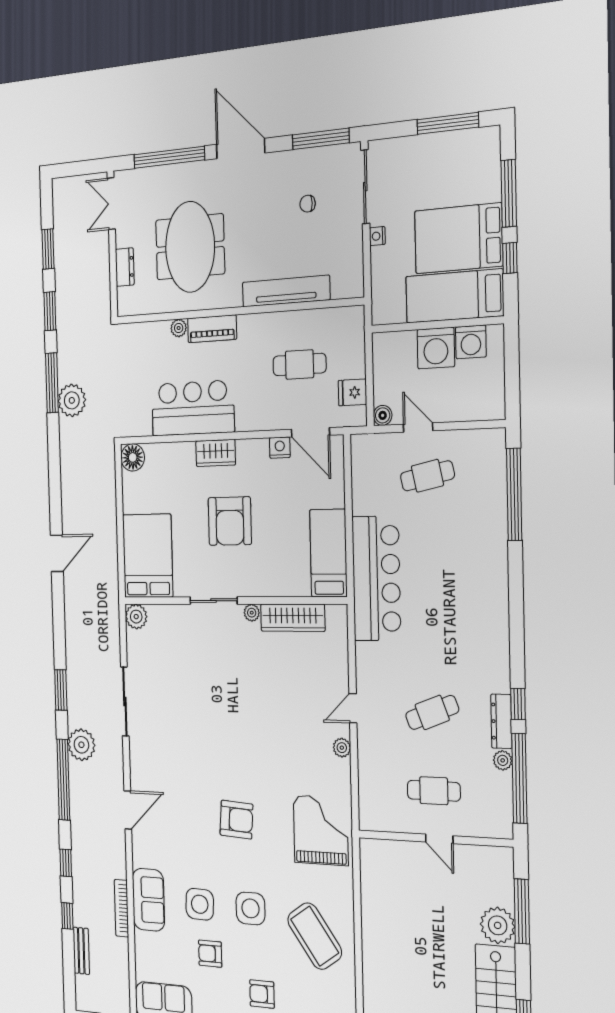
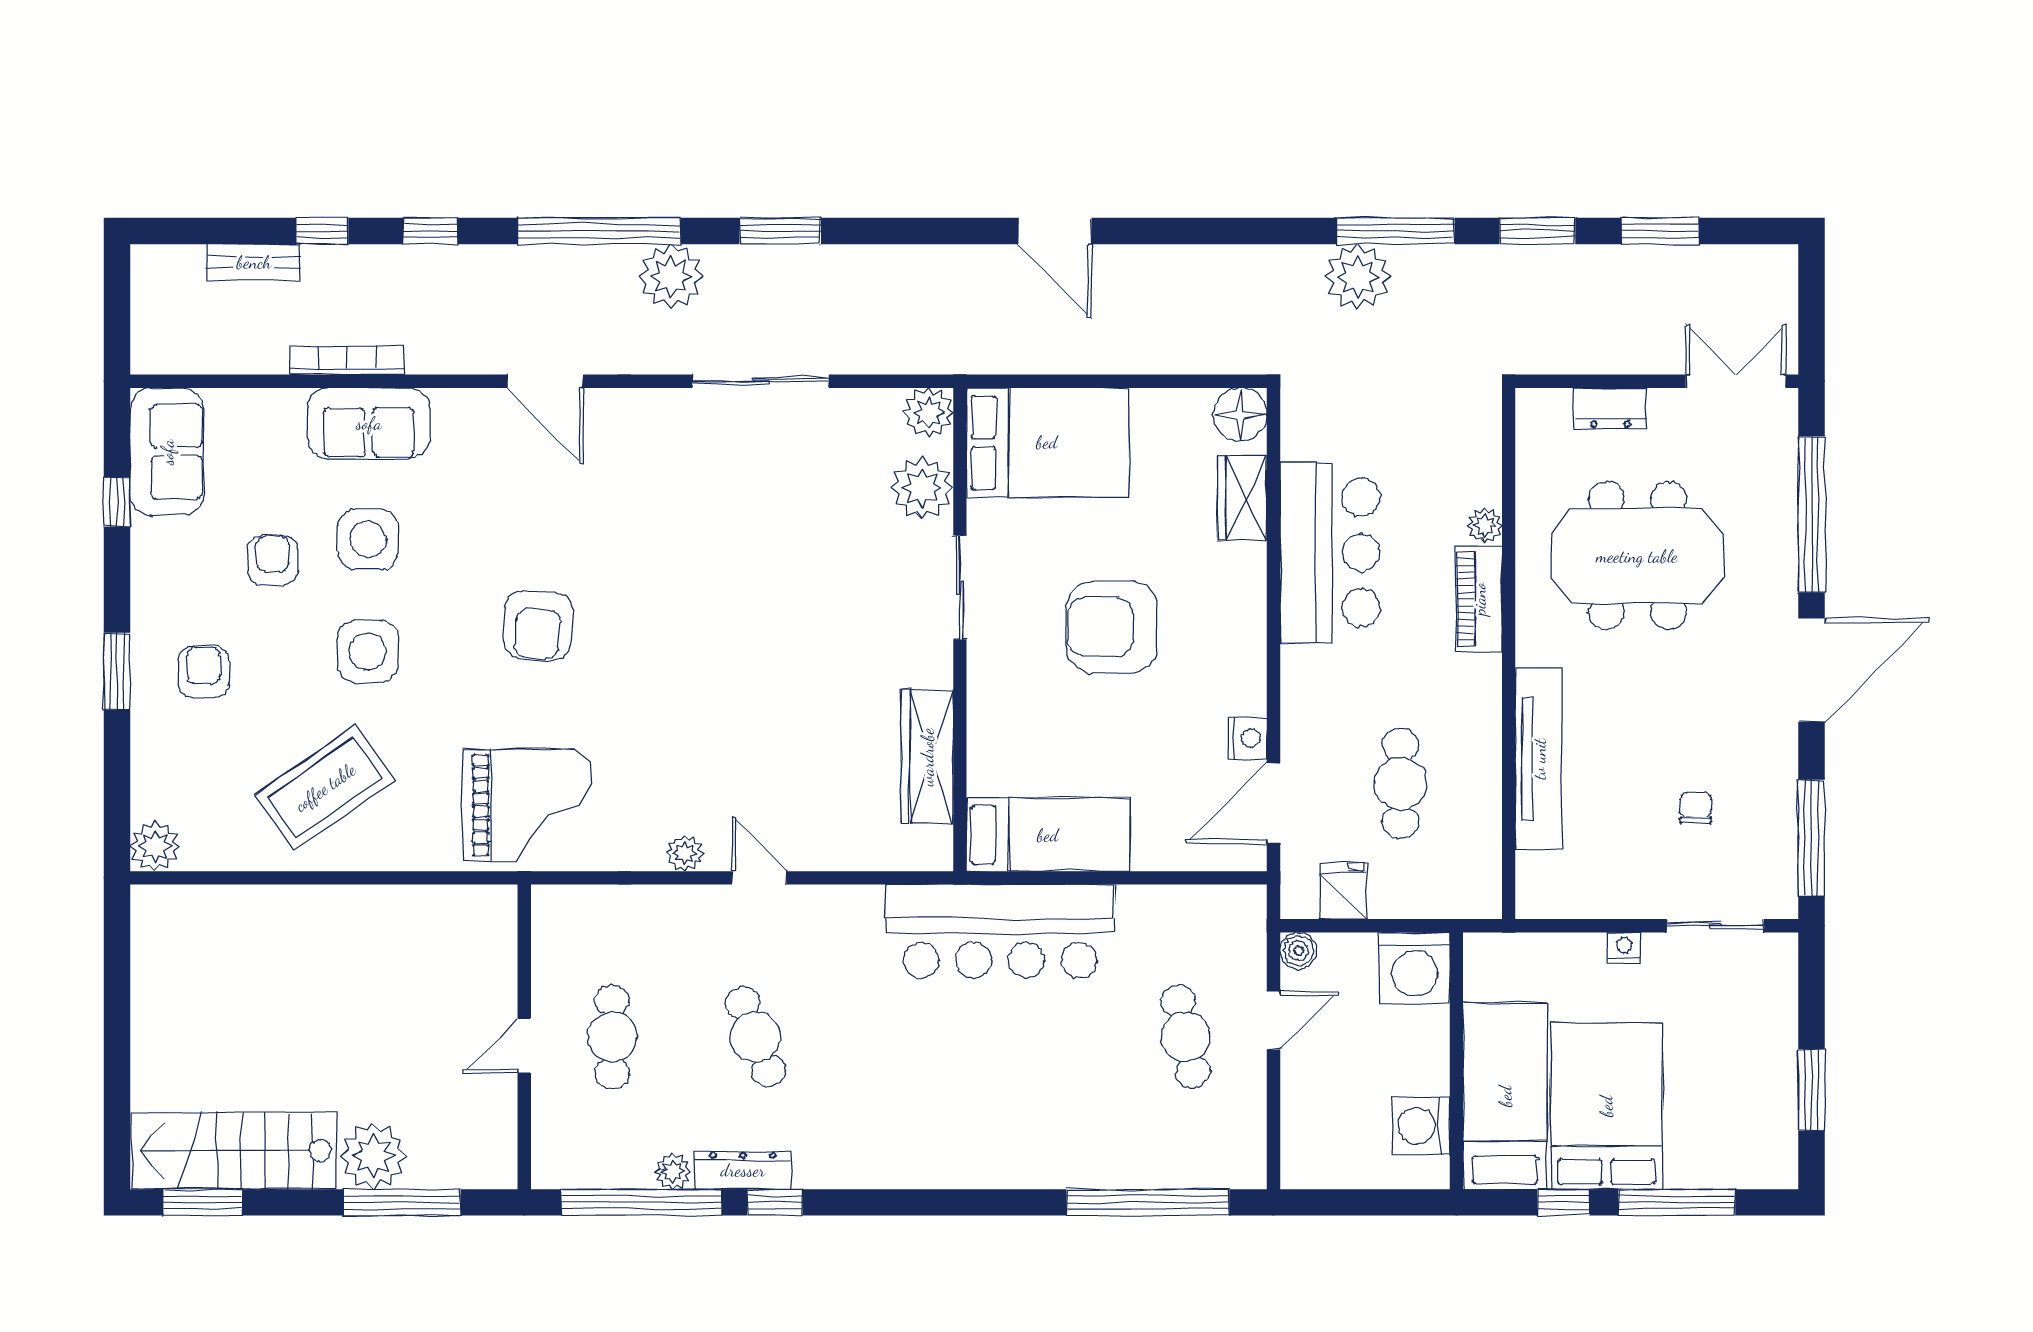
window: (448, 123) -> (1811, 1090), width x0.69
sliding door: (365, 187) -> (1715, 926), width x0.73
washing machine: (436, 348) -> (1414, 968), moved, turned -90
wardrobe: (216, 453) -> (1242, 498), moved
plant: (252, 613) -> (922, 488), moved, width x1.88, depth x1.88

